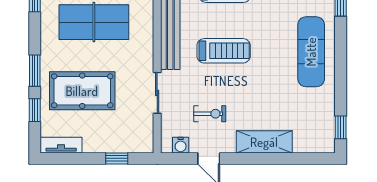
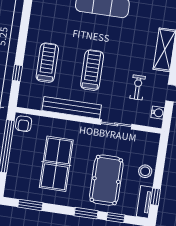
stool: (101, 140) -> (145, 171), added
window: (117, 158) -> (155, 197), moved

